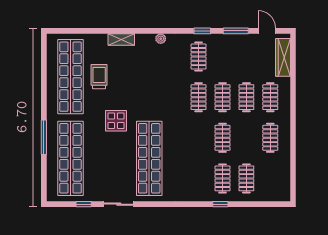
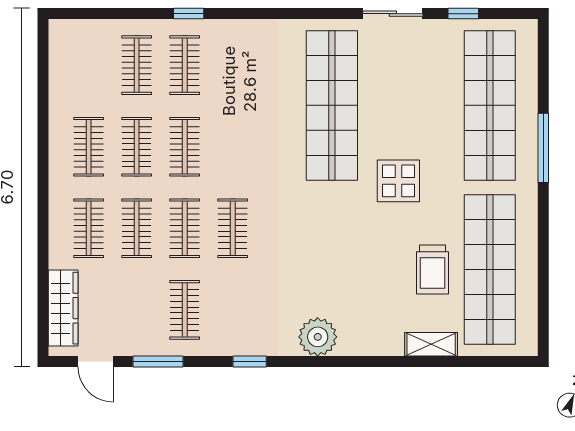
window: (202, 31) -> (250, 361), moved
shelving: (121, 39) -> (431, 344), moved
plant: (161, 39) -> (318, 337), width x1.88, depth x1.88
clothes rail: (199, 57) -> (185, 310), moved
clothes rail: (246, 138) -> (137, 147), added

